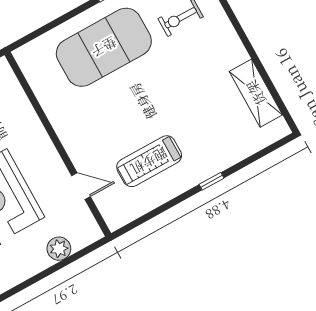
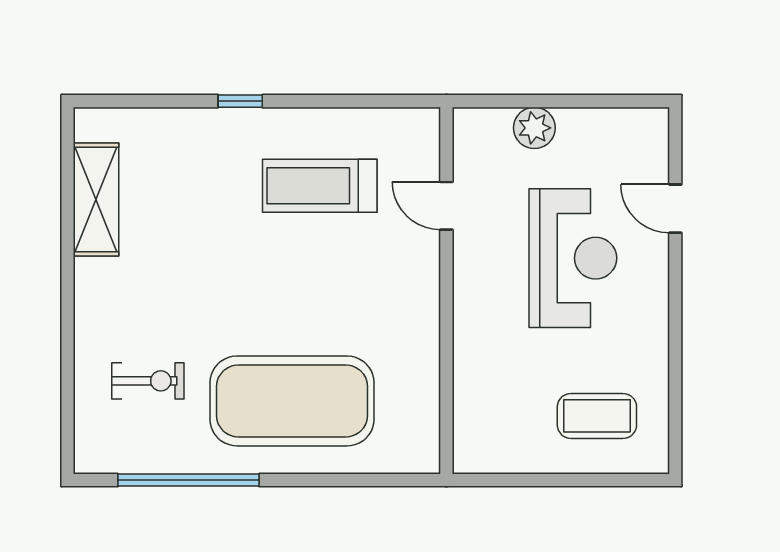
treadmill: (149, 161) -> (320, 186), turned 180

